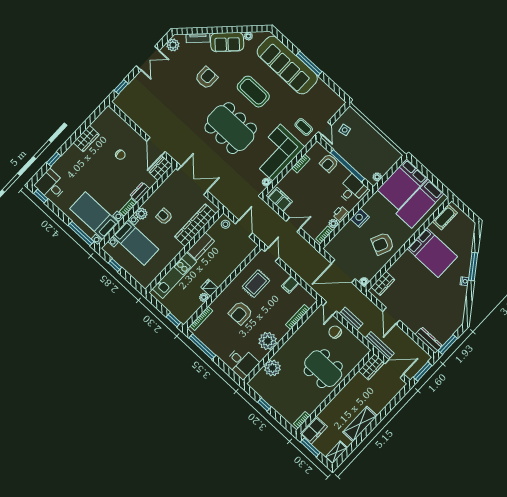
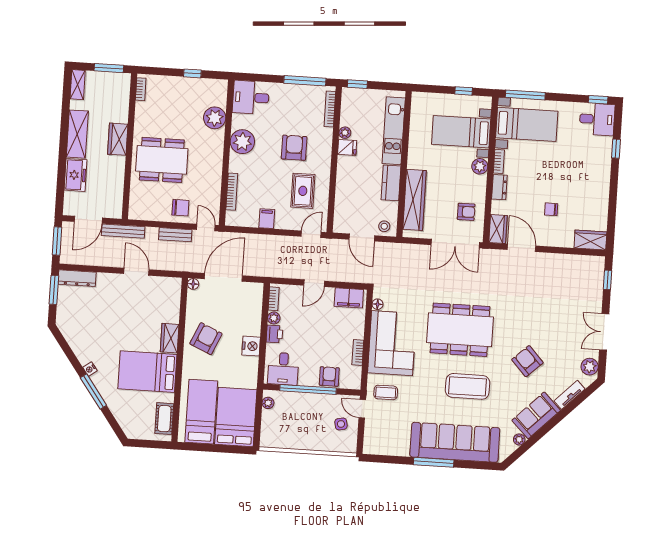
armchair: (206, 78) -> (527, 361), turned 137
wardrobe: (86, 139) -> (590, 240), moved, turned 90
armchair: (164, 216) -> (466, 212), moved
door: (272, 254) -> (311, 234), swing flipped
wardrobe: (383, 283) -> (170, 338), moved
wardrobe: (372, 367) -> (118, 139), moved
freezer: (314, 430) -> (76, 175), moved, turned 180

